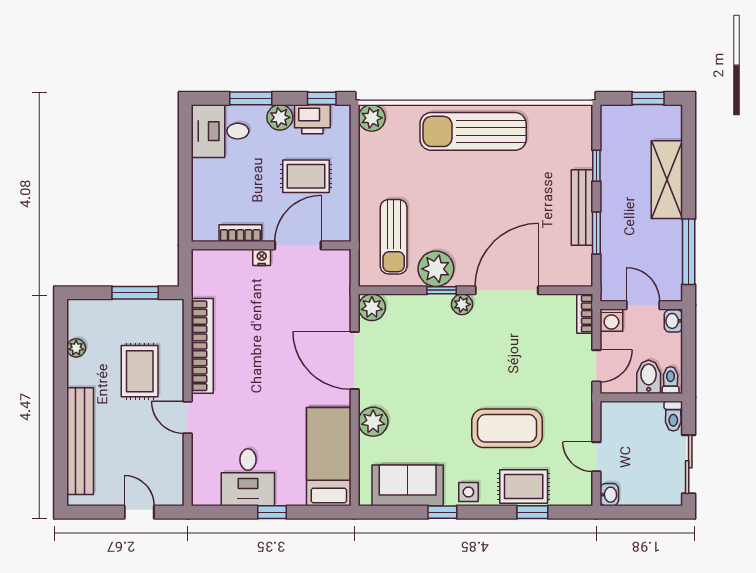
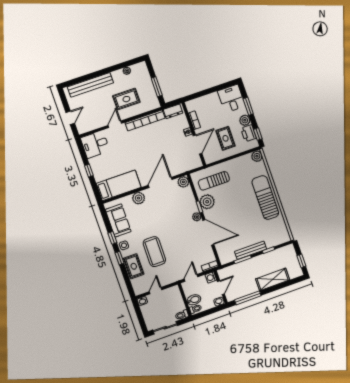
door: (298, 245) -> (197, 145), hinge flipped
dresser: (203, 275) -> (173, 111), added
door: (596, 366) -> (191, 278), swing flipped
desk: (248, 477) -> (95, 144), moved
window: (532, 512) -> (119, 258), moved

